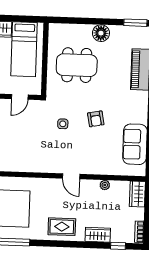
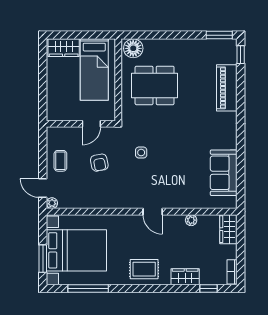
floor lamp: (101, 33) -> (133, 48), moved
armchair: (96, 119) -> (99, 163), moved

